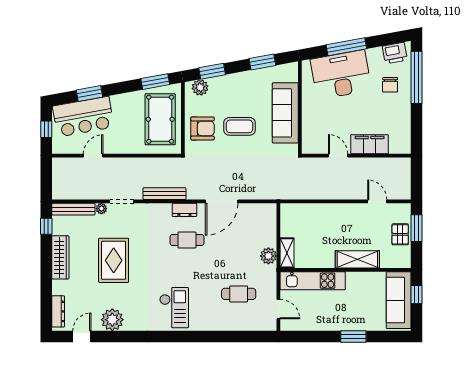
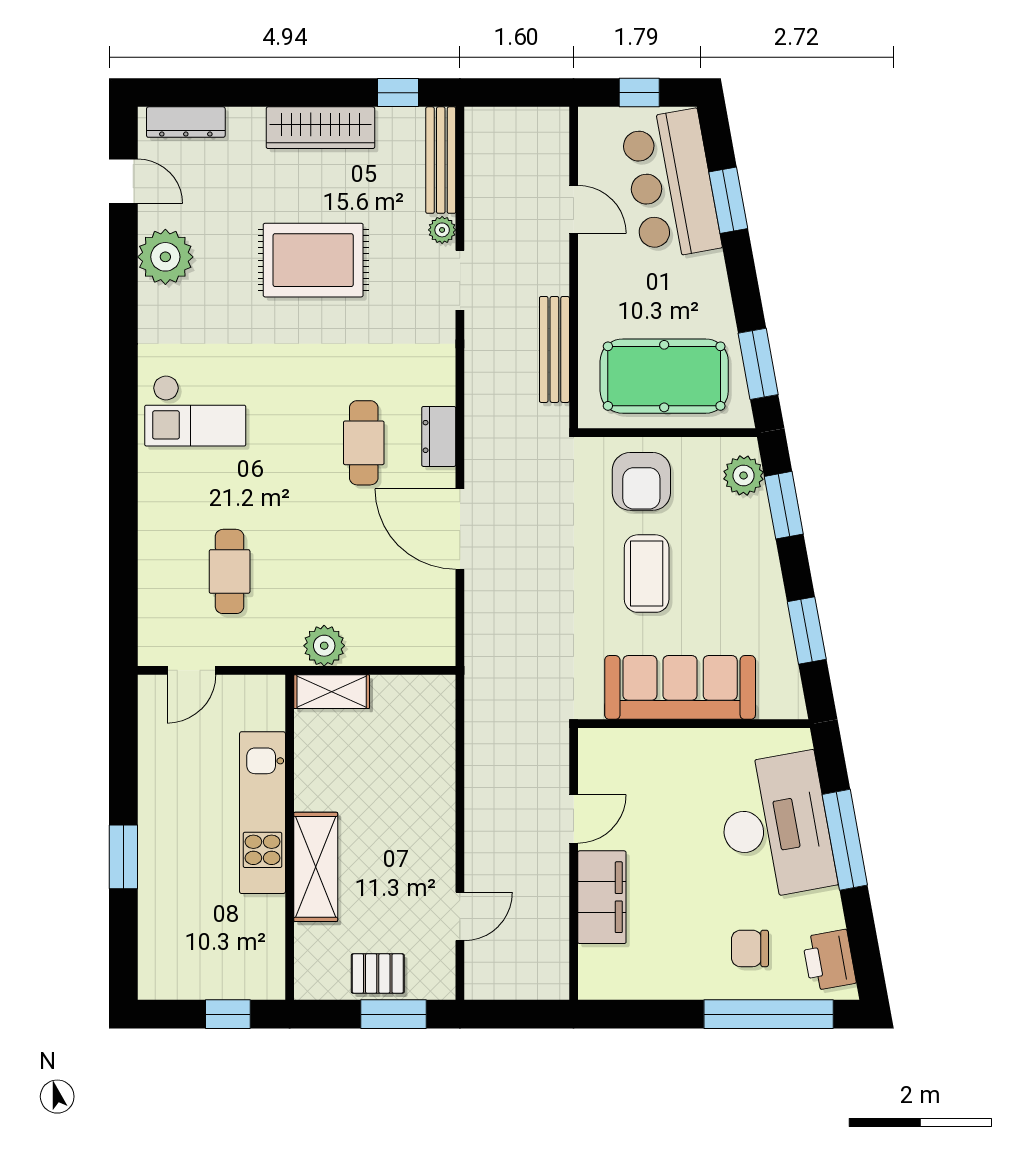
bench: (164, 194) -> (554, 349), moved
kitchen unit: (313, 281) -> (262, 813), moved
sofa: (399, 300) -> (214, 970), removed

